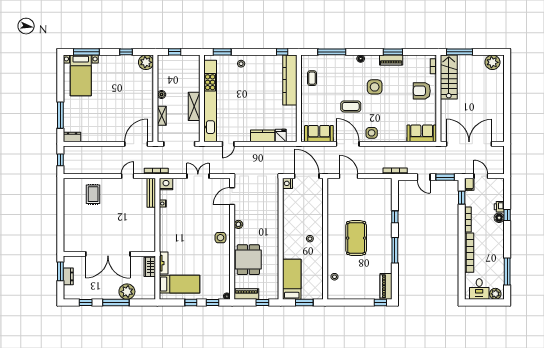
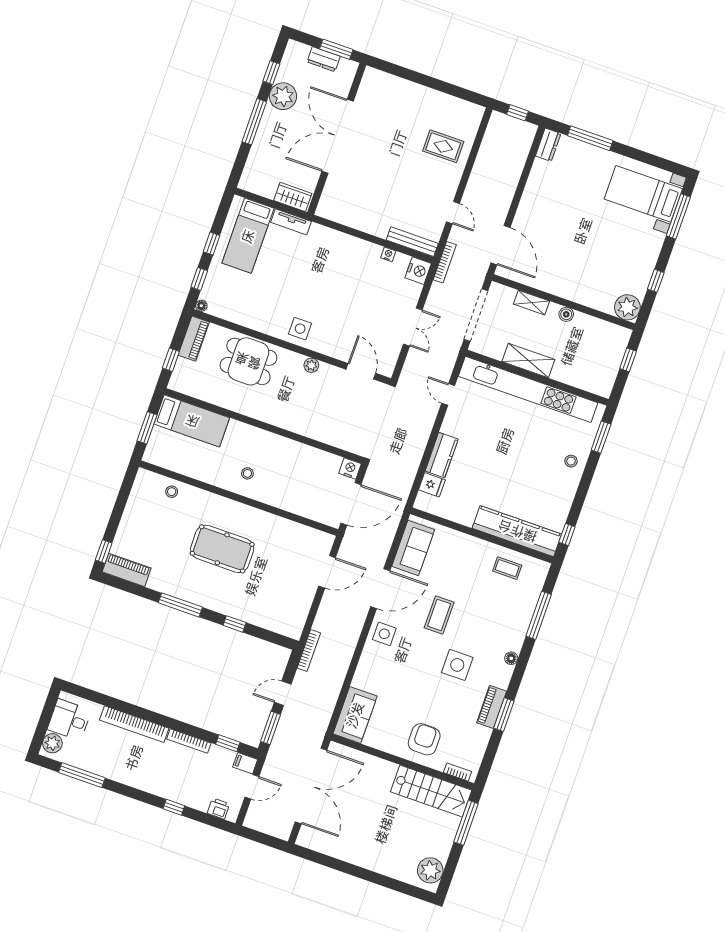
printer: (499, 207) -> (218, 809), moved
floor lamp: (499, 218) -> (174, 793), removed
plant: (127, 292) -> (283, 96), moved

